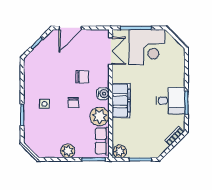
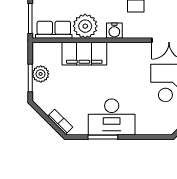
filing cabinet: (121, 101) -> (84, 54), moved
desk: (171, 101) -> (112, 117), width x1.37
plant: (120, 151) -> (41, 74), moved

